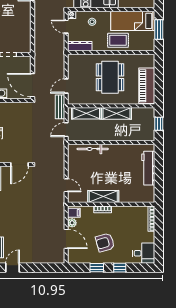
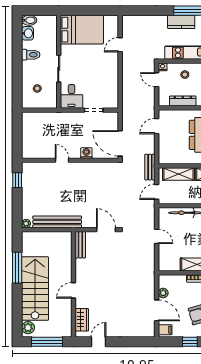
dresser: (80, 46) -> (183, 101), moved
door: (66, 86) -> (157, 126), moved
door: (19, 165) -> (106, 230), swing flipped
door: (66, 185) -> (157, 236), moved
filing cabinet: (74, 213) -> (165, 330), moved

